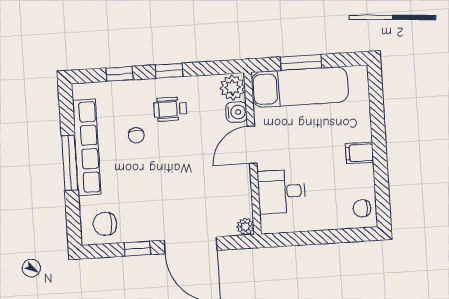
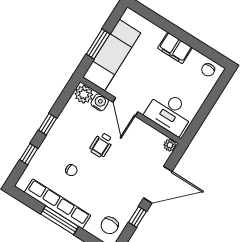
wheelchair: (170, 109) -> (101, 145), moved
filing cabinet: (359, 153) -> (175, 48), width x2.00
desk: (281, 191) -> (170, 112), width x1.37

